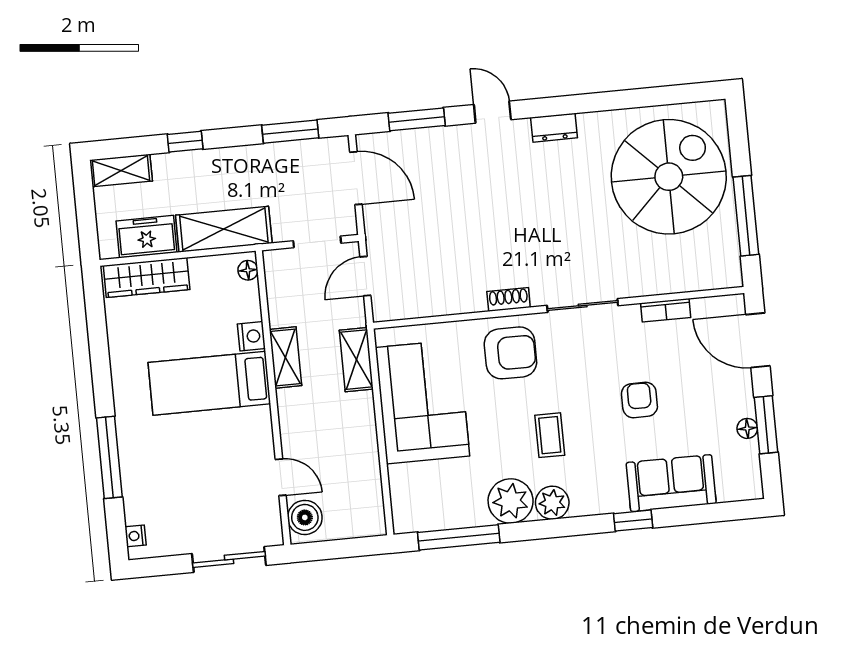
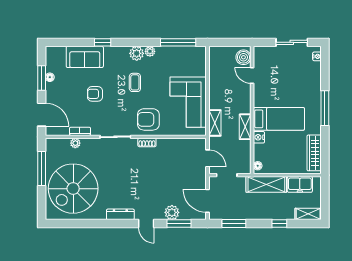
dresser: (554, 128) -> (120, 214), width x1.44
plant: (435, 143) -> (172, 212), added
door: (365, 276) -> (207, 158), hinge flipped
wardrobe: (147, 278) -> (314, 153), moved, turned -90
plant: (674, 282) -> (75, 143), added
armchair: (639, 400) -> (95, 94), turned 90
window: (109, 457) -> (325, 108), moved
plant: (511, 501) -> (150, 51), width x0.53, depth x0.53
sliding door: (229, 559) -> (292, 42), moved

